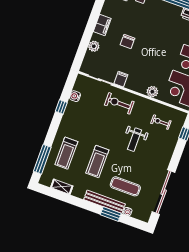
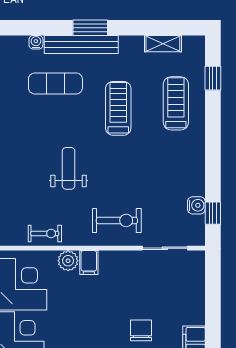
plant: (94, 46) -> (195, 301), removed
filing cabinet: (121, 79) -> (89, 263), moved
window: (61, 107) -> (213, 213), moved
exercise bike: (161, 122) -> (45, 233), moved
window: (42, 159) -> (213, 78), width x0.46
window: (111, 214) -> (90, 28), moved

